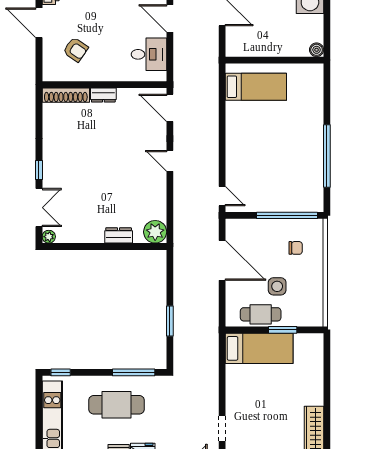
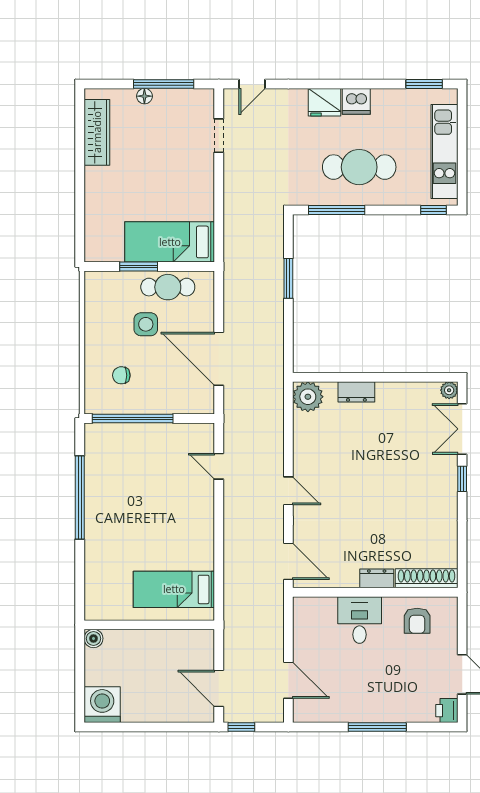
armchair: (76, 50) -> (417, 621), moved, turned -124
desk: (149, 54) -> (360, 620), moved, turned 90
door: (222, 196) -> (219, 466), moved

